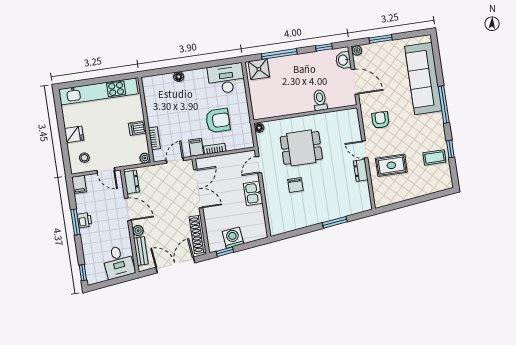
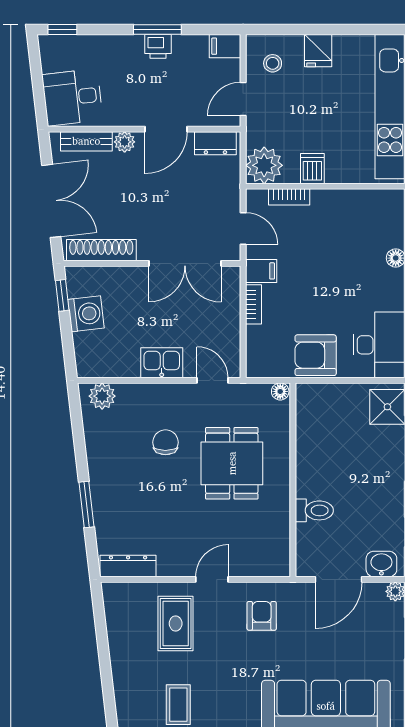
armchair: (380, 120) -> (262, 616), turned -90
armchair: (218, 121) -> (316, 355), moved, turned 90
plant: (145, 158) -> (264, 165), width x1.88, depth x1.88
dresser: (361, 170) -> (128, 566), moved, width x1.44
chair: (295, 185) -> (165, 442), turned 90
plant: (276, 222) -> (102, 396), added

